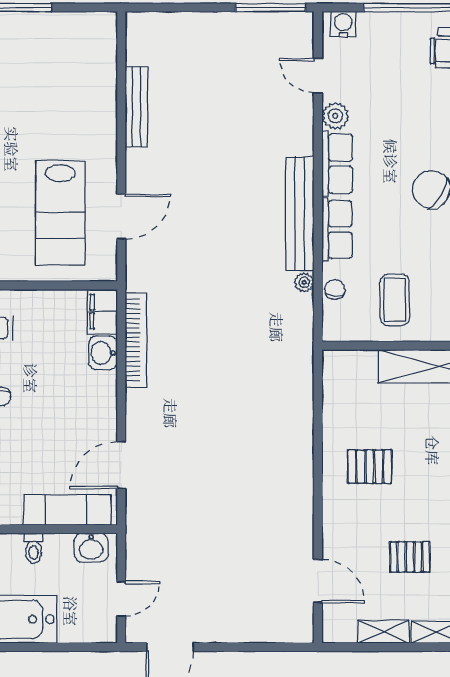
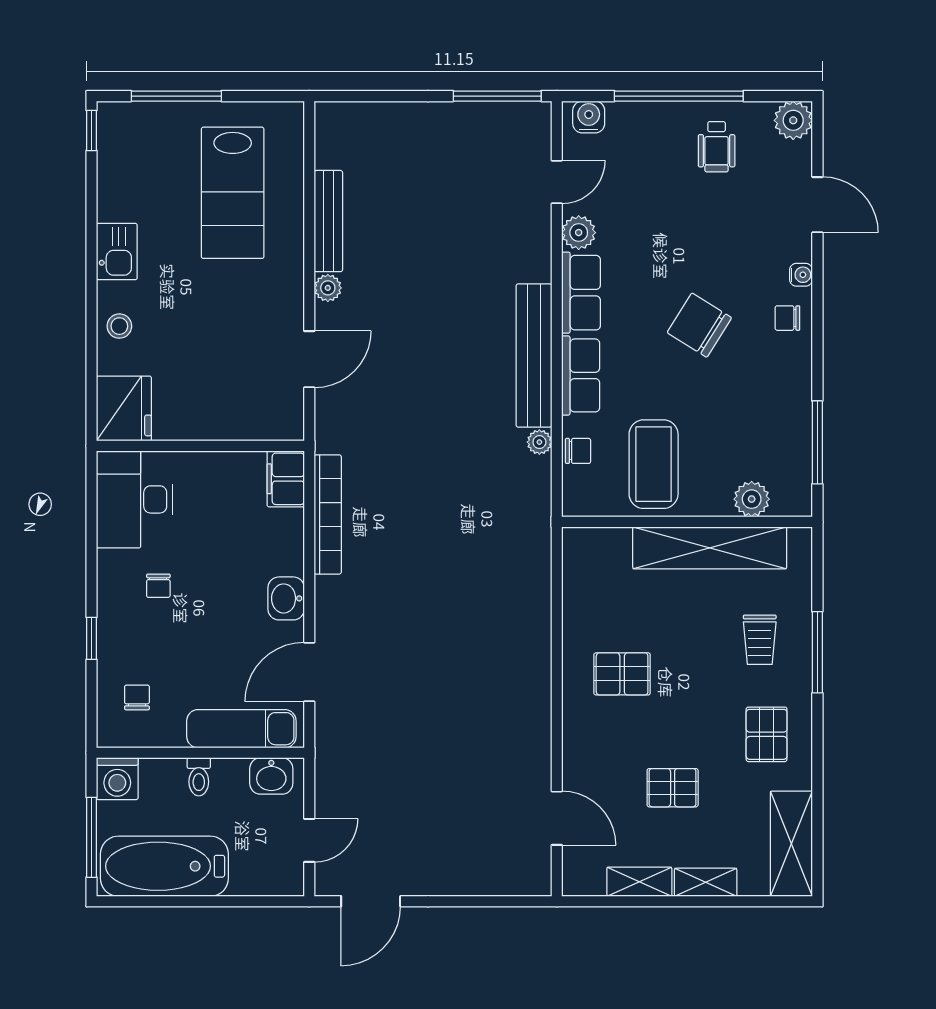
door: (318, 76) -> (557, 182), swing flipped
plant: (136, 160) -> (328, 288), added
lab bench: (60, 213) -> (233, 193), moved
chair: (335, 289) -> (578, 451), turned 90
coffee table: (395, 300) -> (654, 464), width x1.36, depth x1.32
washbasin: (103, 353) -> (286, 598), moved

